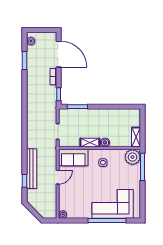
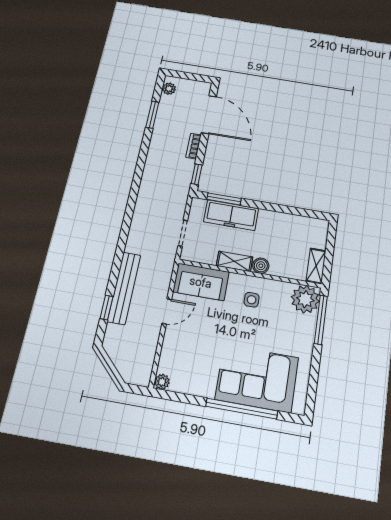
freezer: (83, 116) -> (231, 215), added

